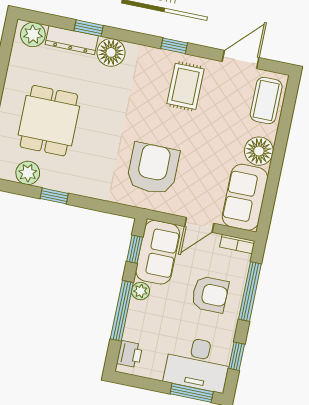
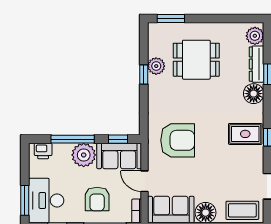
rug: (185, 86) -> (245, 134), moved
plant: (28, 173) -> (156, 66), moved
plant: (140, 291) -> (84, 155), width x1.87, depth x1.87

